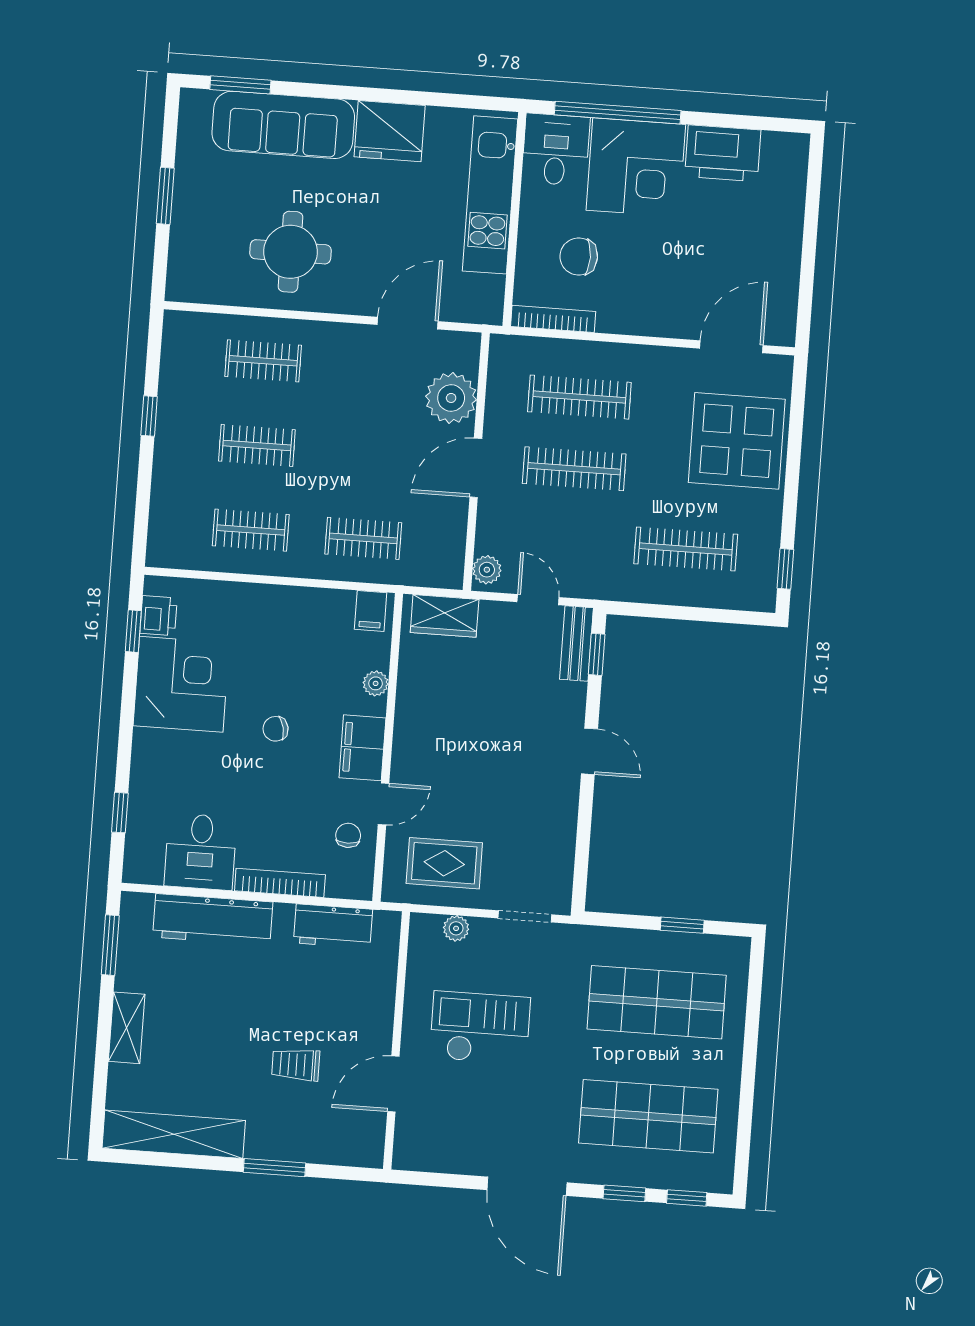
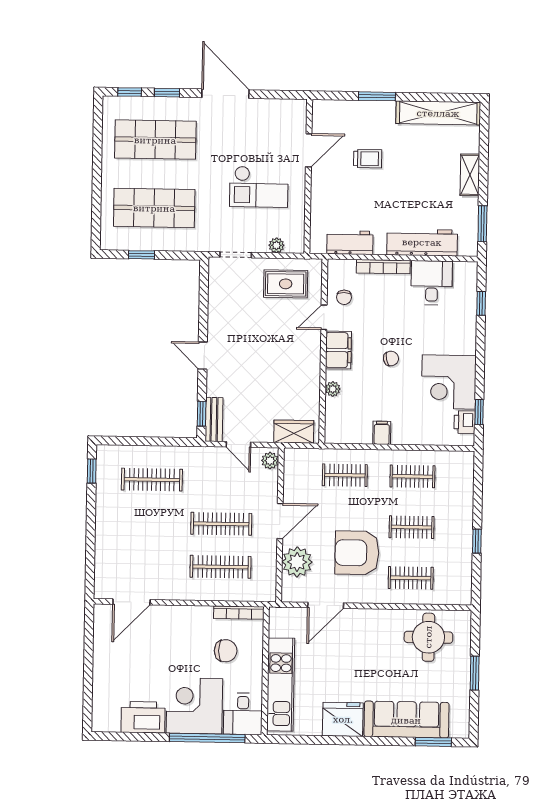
round table: (291, 252) -> (428, 637), moved
armchair: (350, 408) -> (357, 553), added
display table: (737, 441) -> (125, 546), removed
filing cabinet: (371, 611) -> (382, 433), moved

